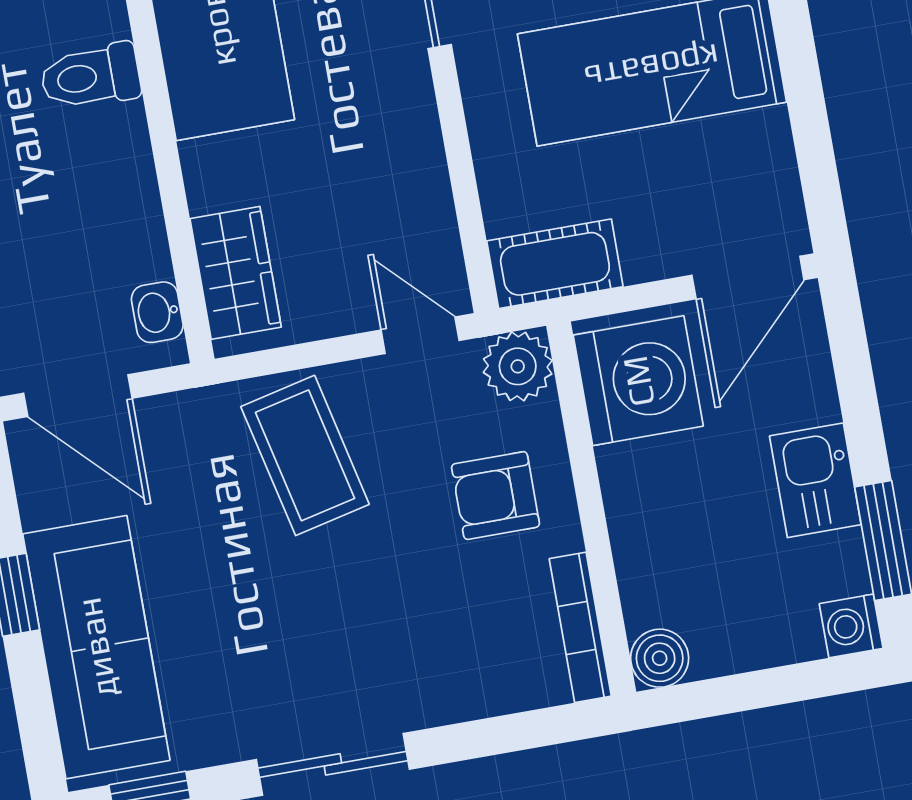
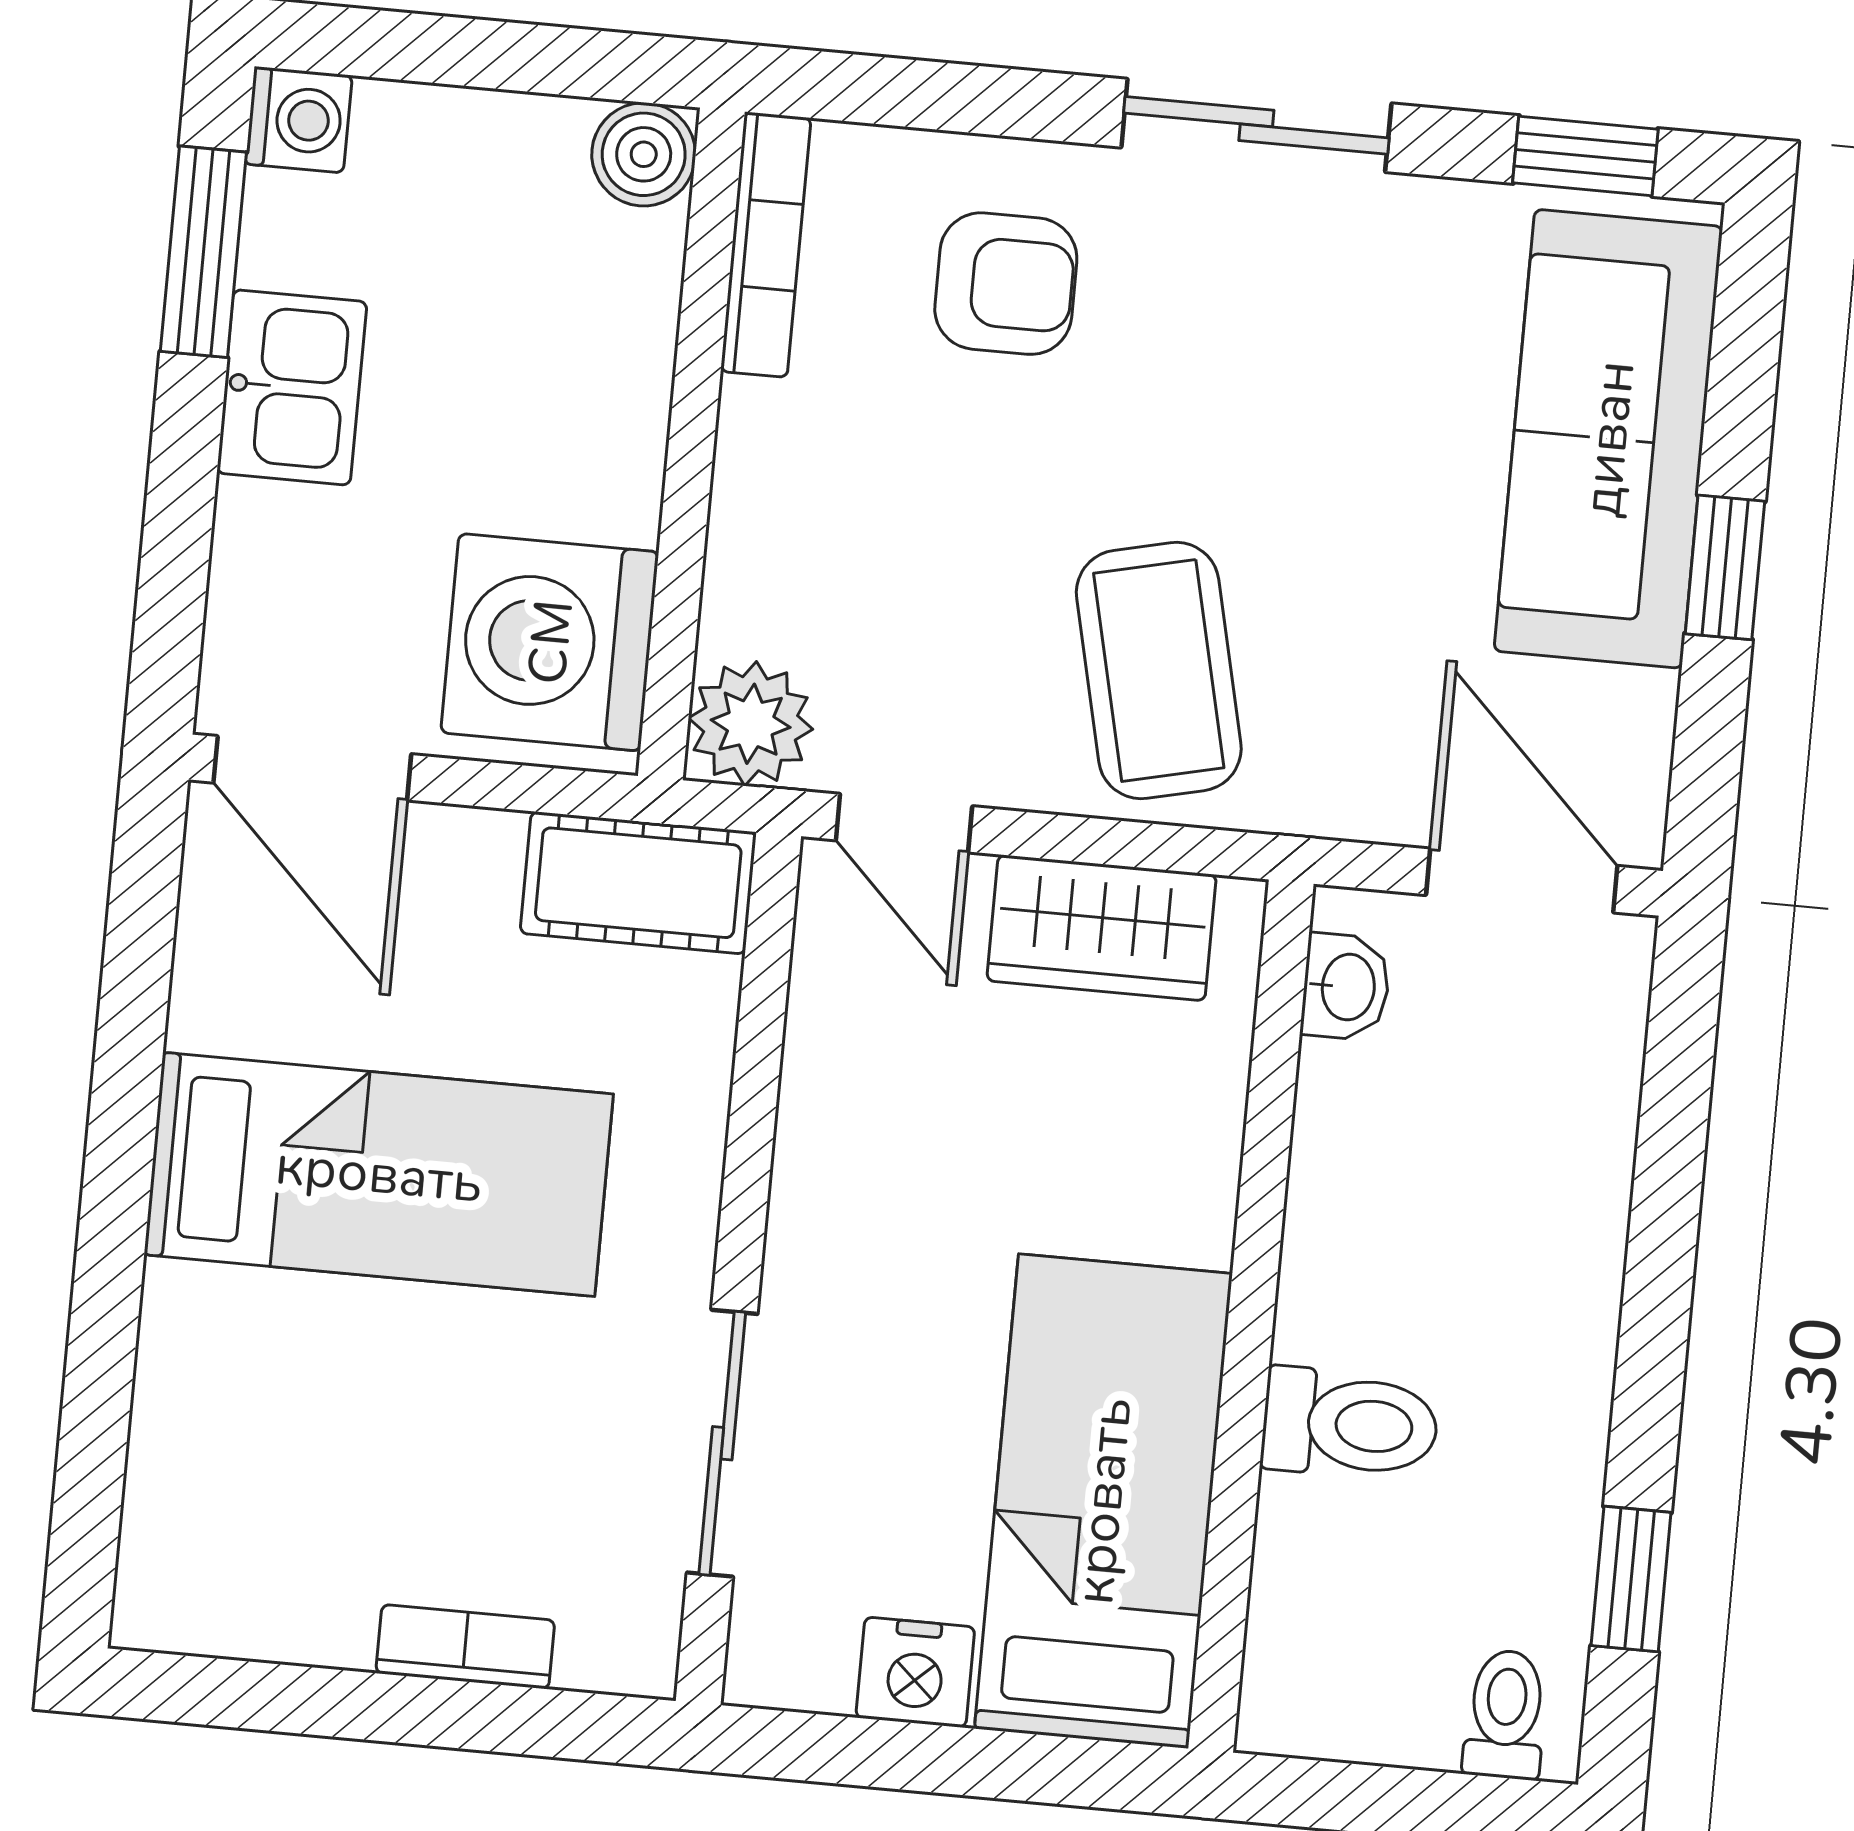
wardrobe: (236, 273) -> (1102, 928), moved, turned -90
door: (748, 277) -> (312, 768), swing flipped
armchair: (496, 496) -> (1006, 284), moved

